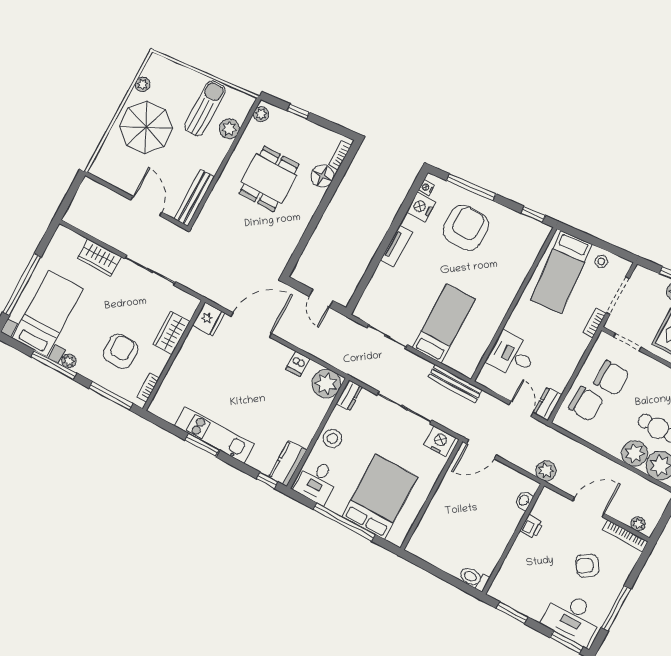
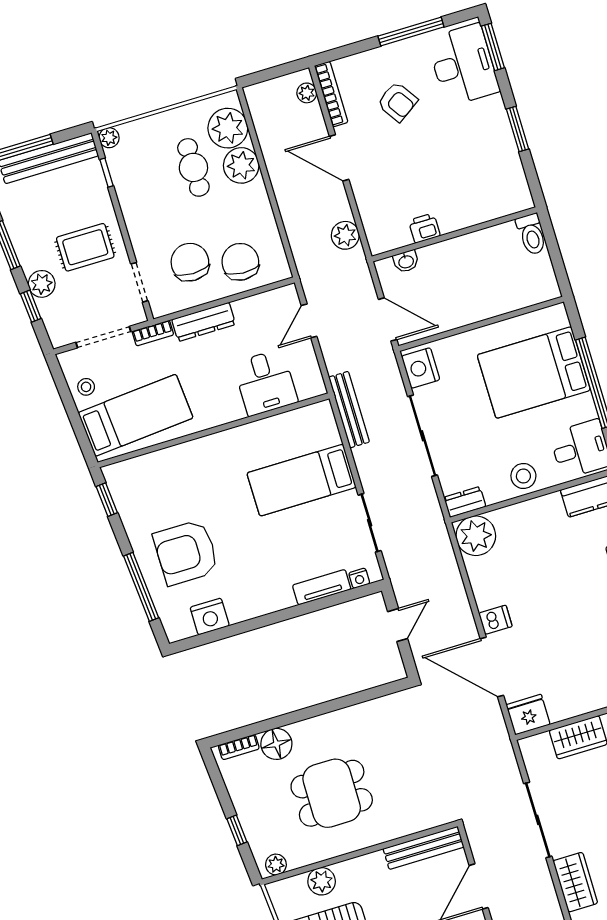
nightstand: (426, 188) -> (359, 578), moved
tv unit: (397, 246) -> (322, 587), moved
dishwasher: (298, 364) -> (495, 620), moved
dresser: (548, 404) -> (204, 322), moved, width x1.44
washbasin: (524, 500) -> (406, 261), moved
printer: (532, 527) -> (424, 228), moved
wall: (513, 539) -> (454, 234), moved
toilet: (474, 578) -> (531, 234), moved

